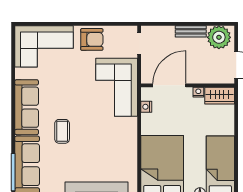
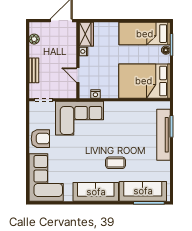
bench: (191, 31) -> (34, 70), moved
plant: (219, 37) -> (34, 39), width x0.53, depth x0.53
armchair: (92, 39) -> (40, 139), turned 90
door: (169, 85) -> (78, 75), width x0.53

